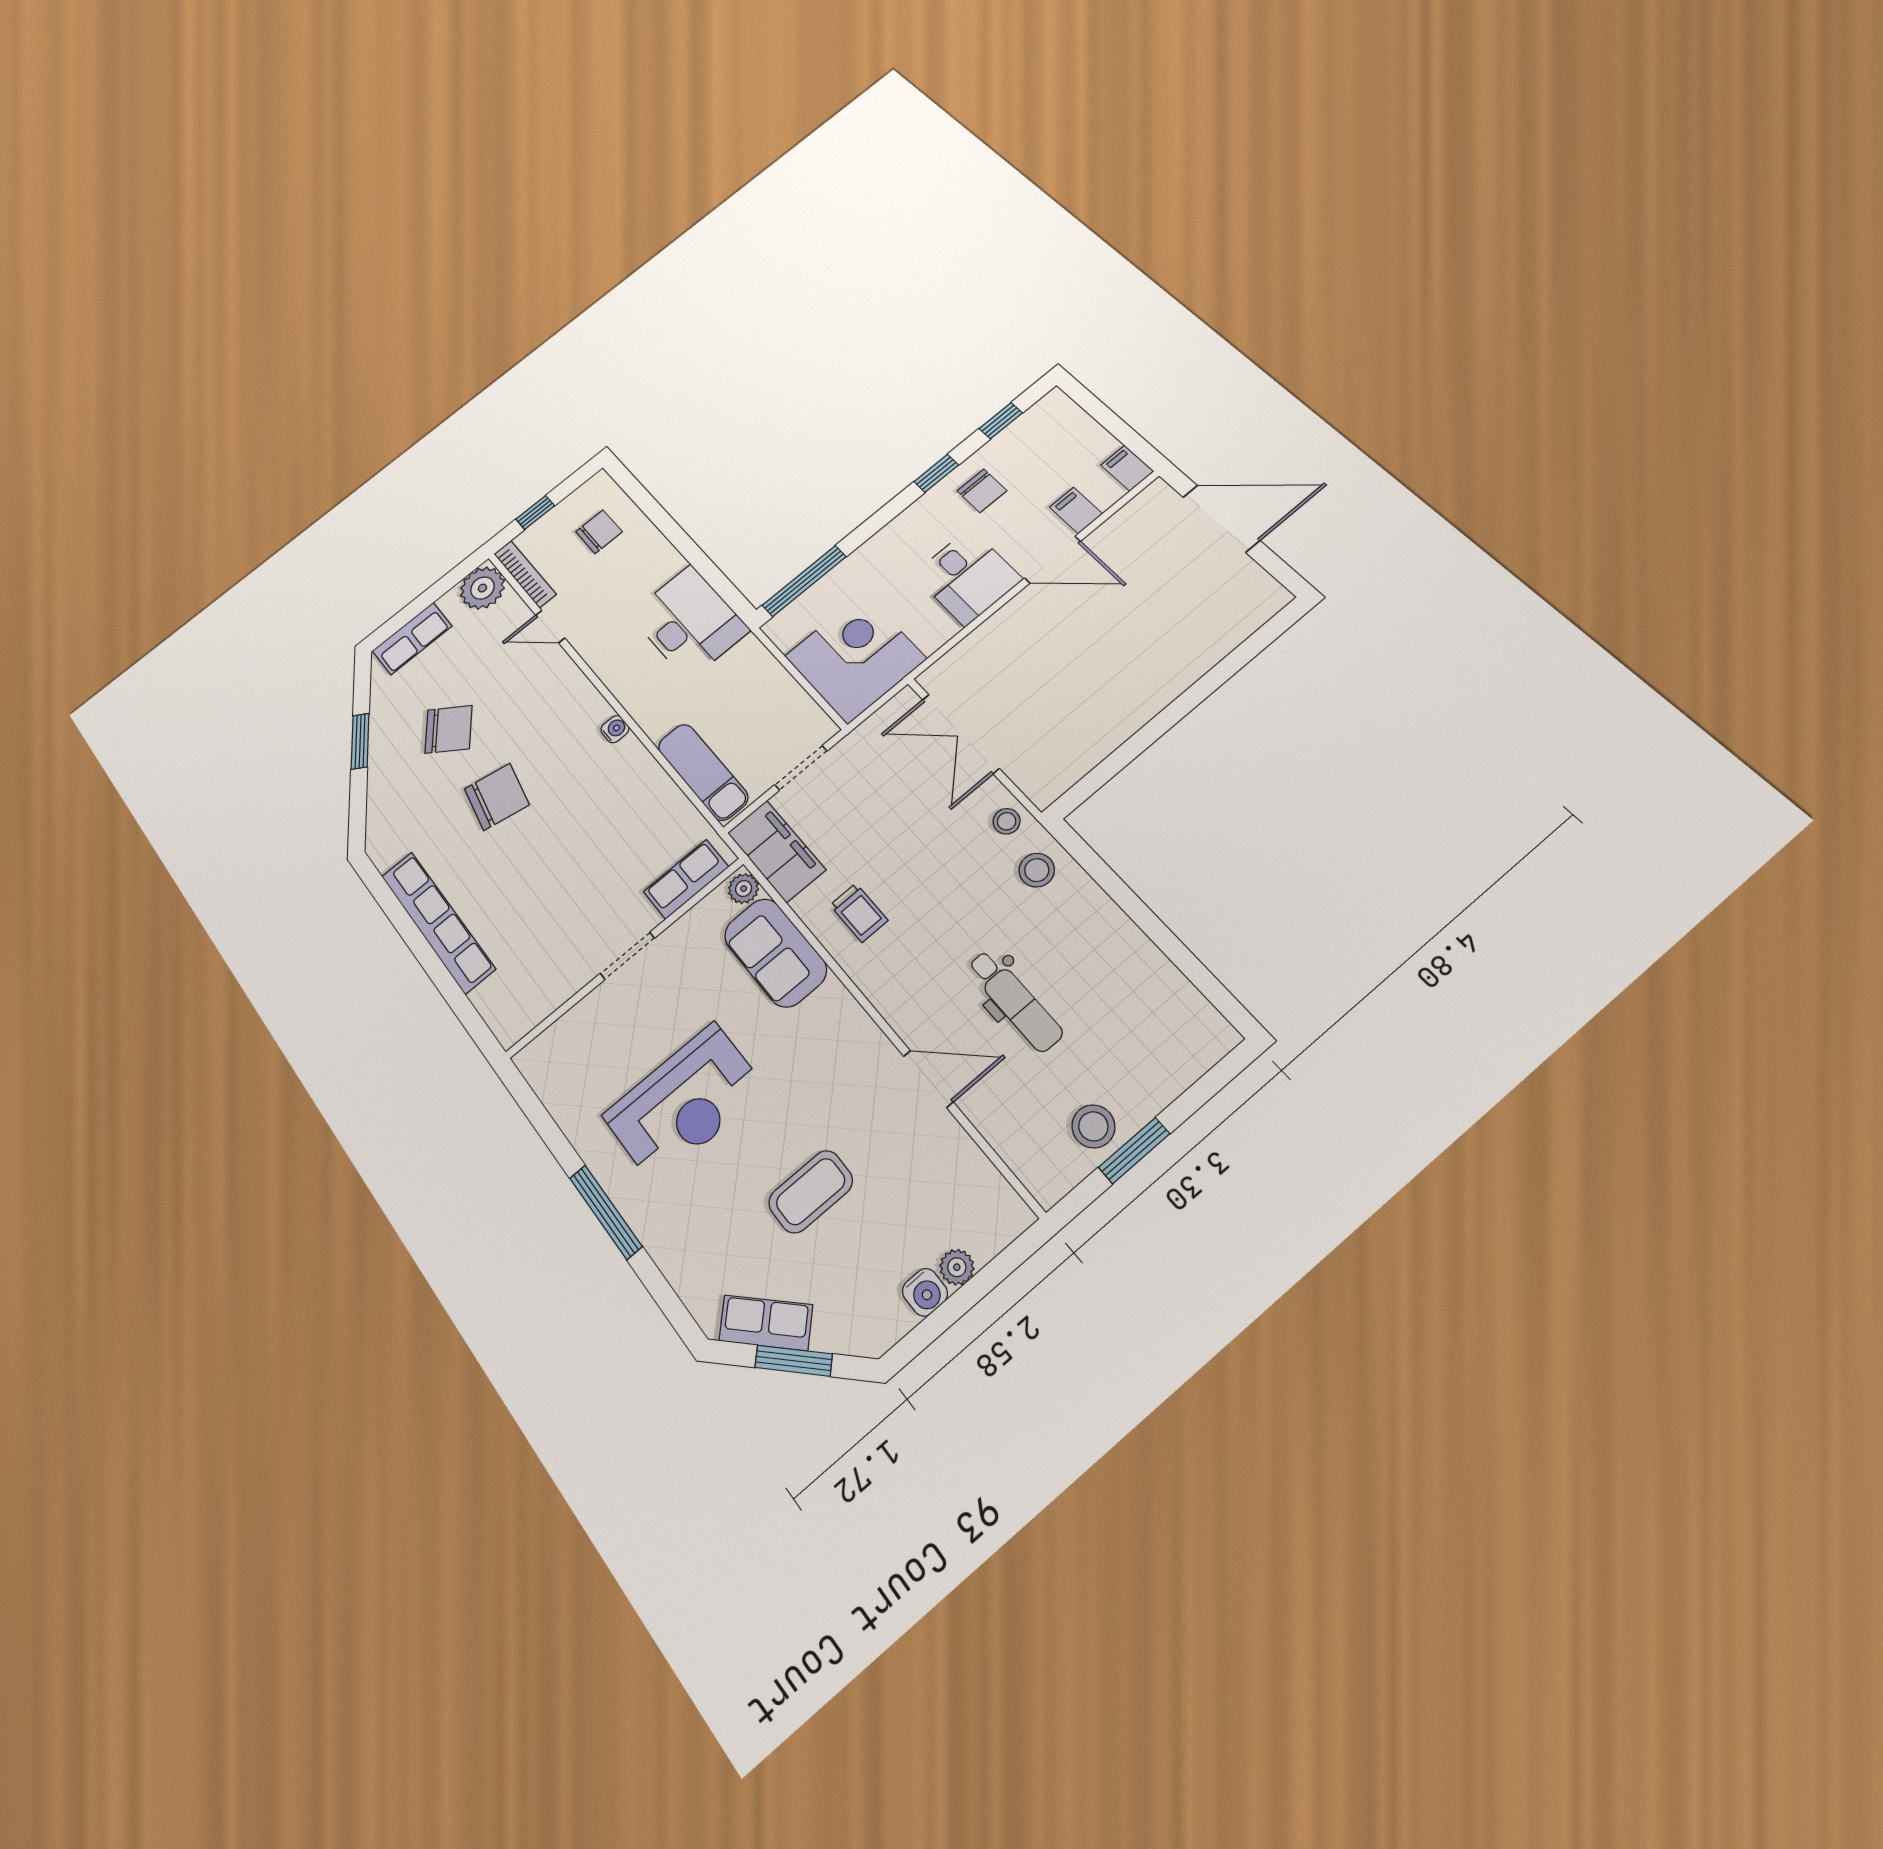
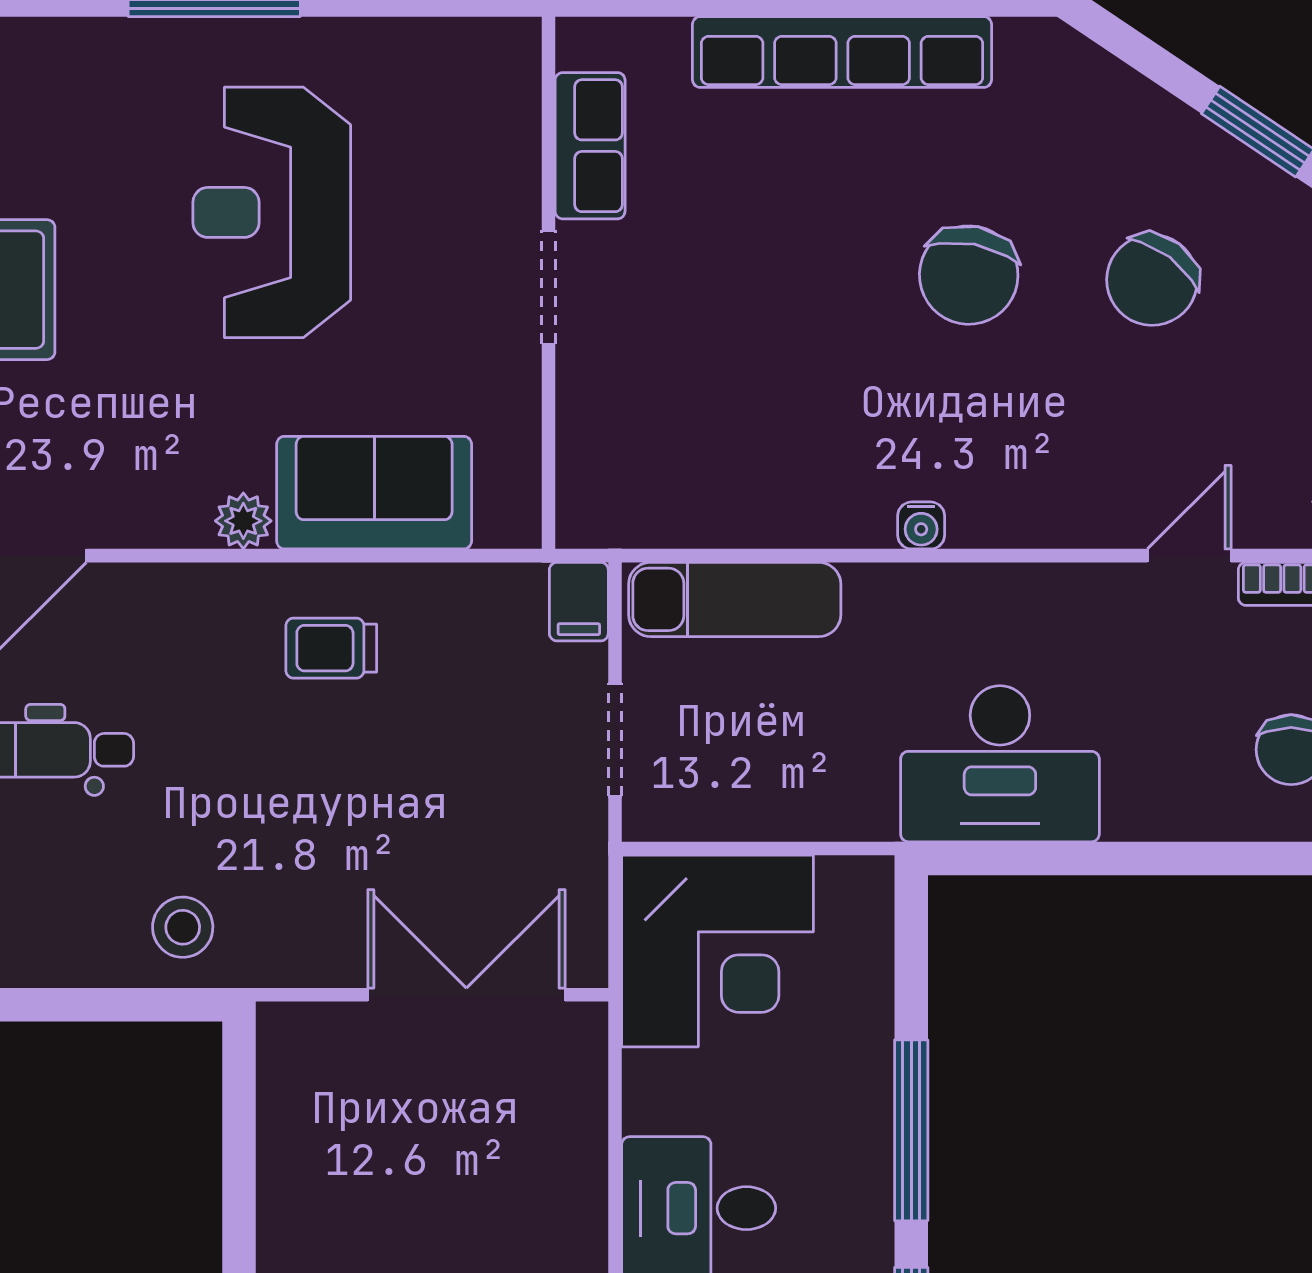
window: (804, 581) -> (911, 1130), moved
stool: (1007, 821) -> (285, 947), removed
filing cabinet: (776, 851) -> (579, 602), width x0.33, depth x0.86
row of seats: (686, 879) -> (590, 146), moved
plant: (744, 889) -> (243, 521), moved

